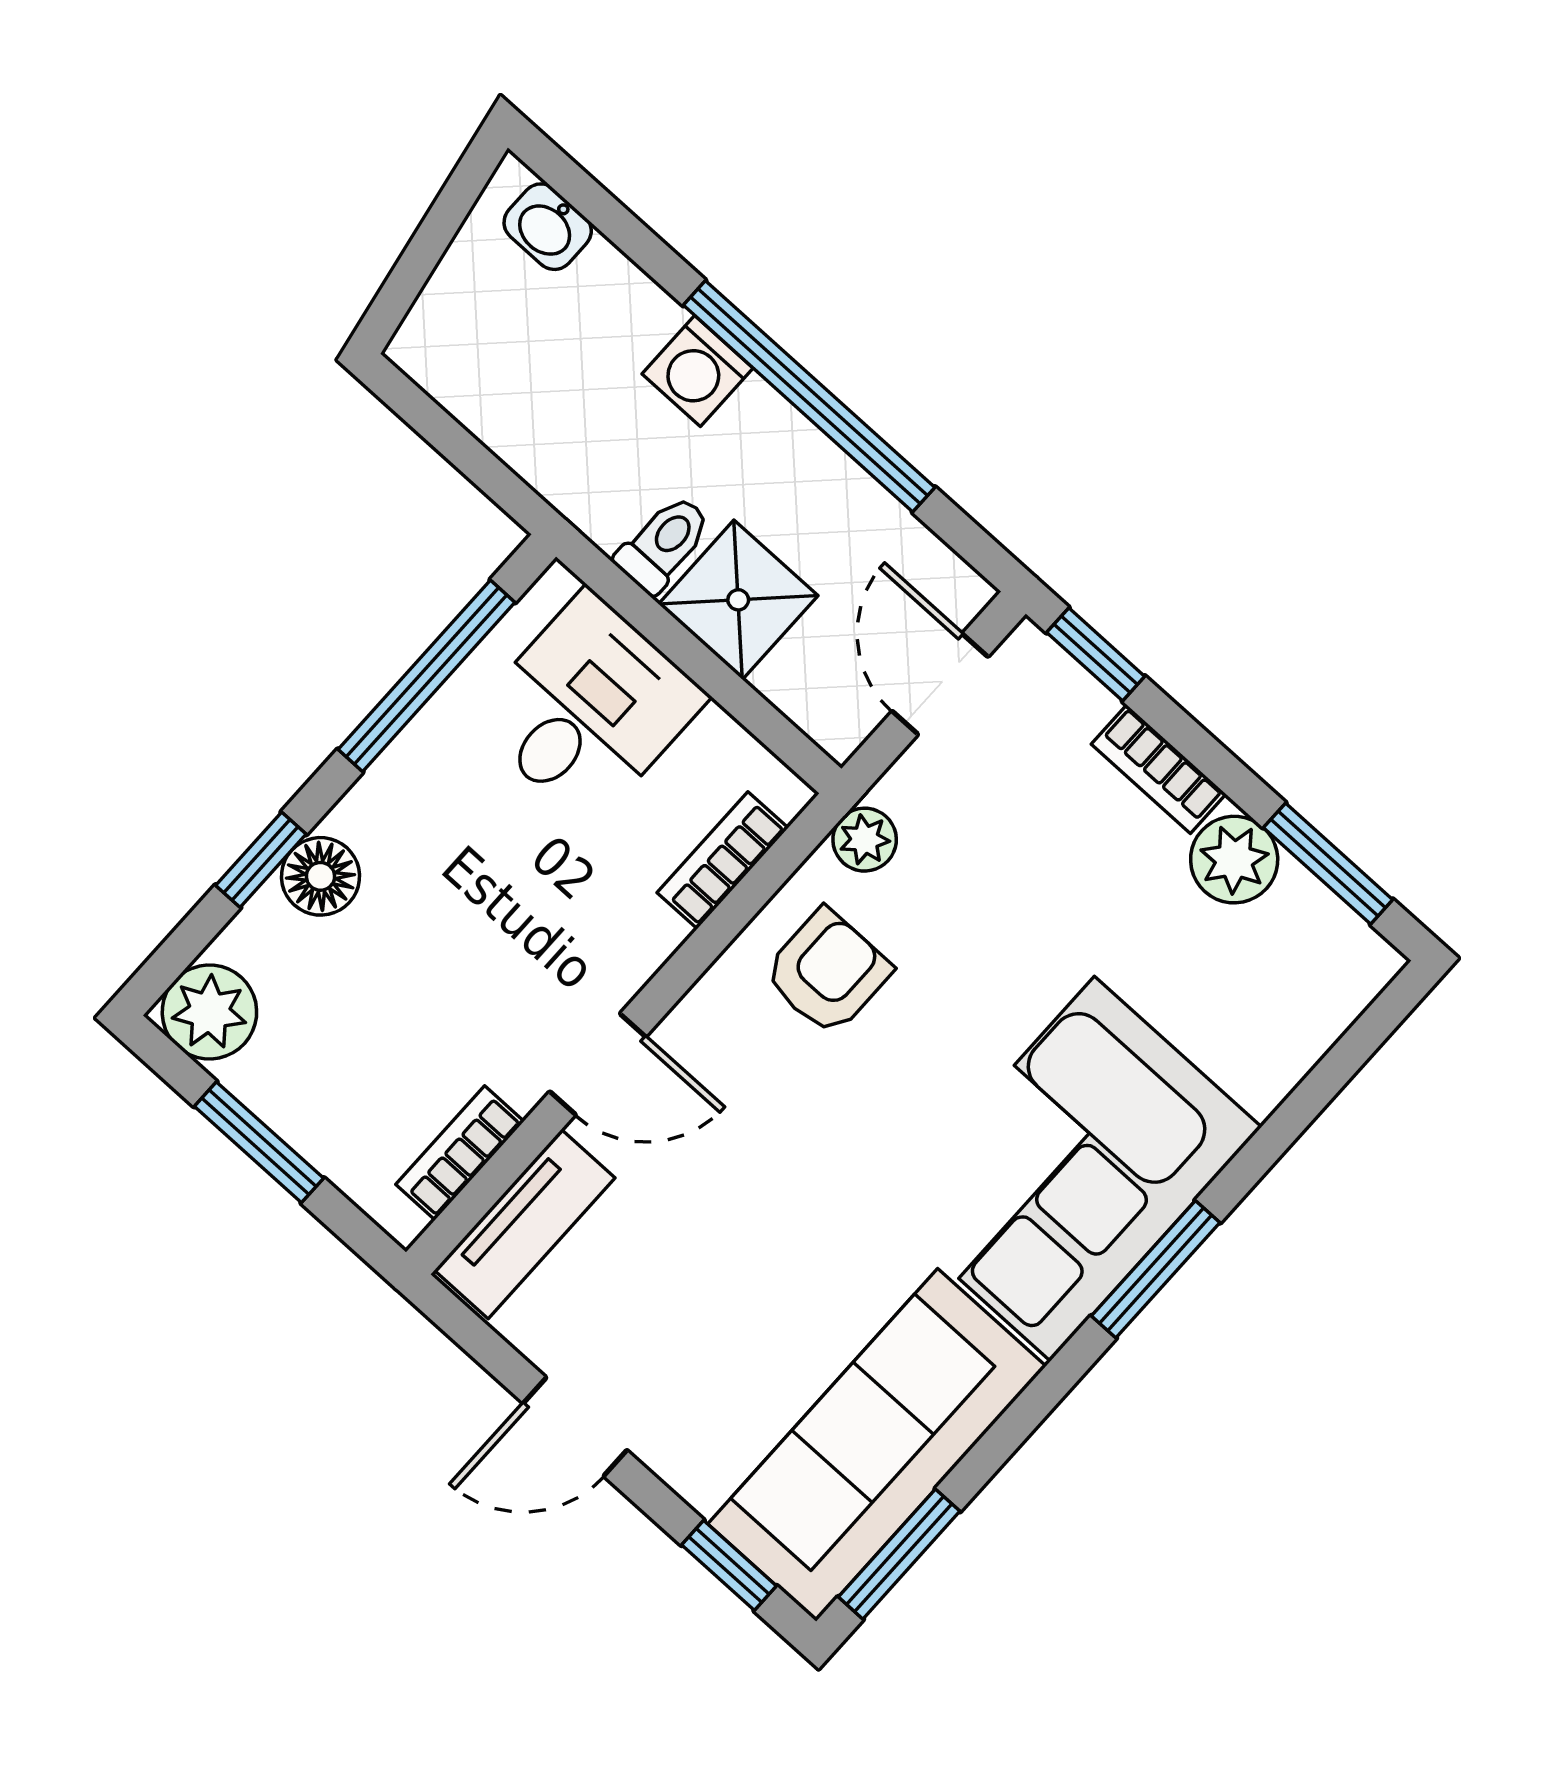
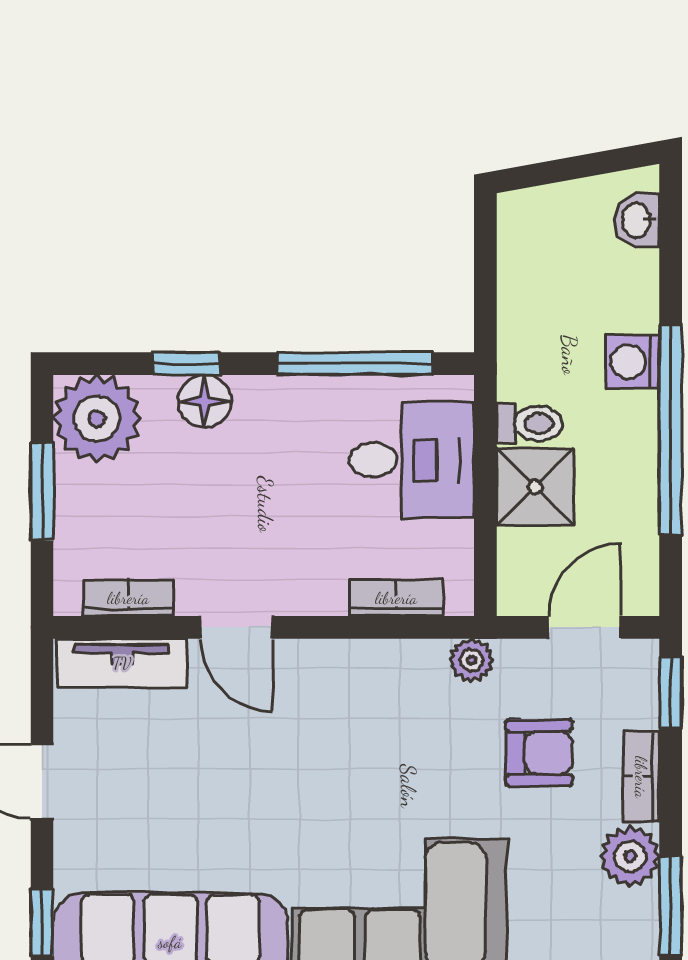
armchair: (827, 972) -> (539, 753), moved
plant: (209, 1012) -> (97, 419), width x1.36, depth x1.36

